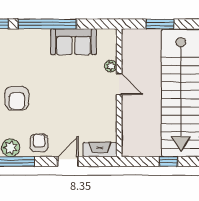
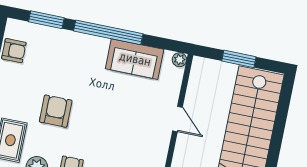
plant: (111, 66) -> (179, 60), moved
armchair: (17, 98) -> (56, 111), turned 180

